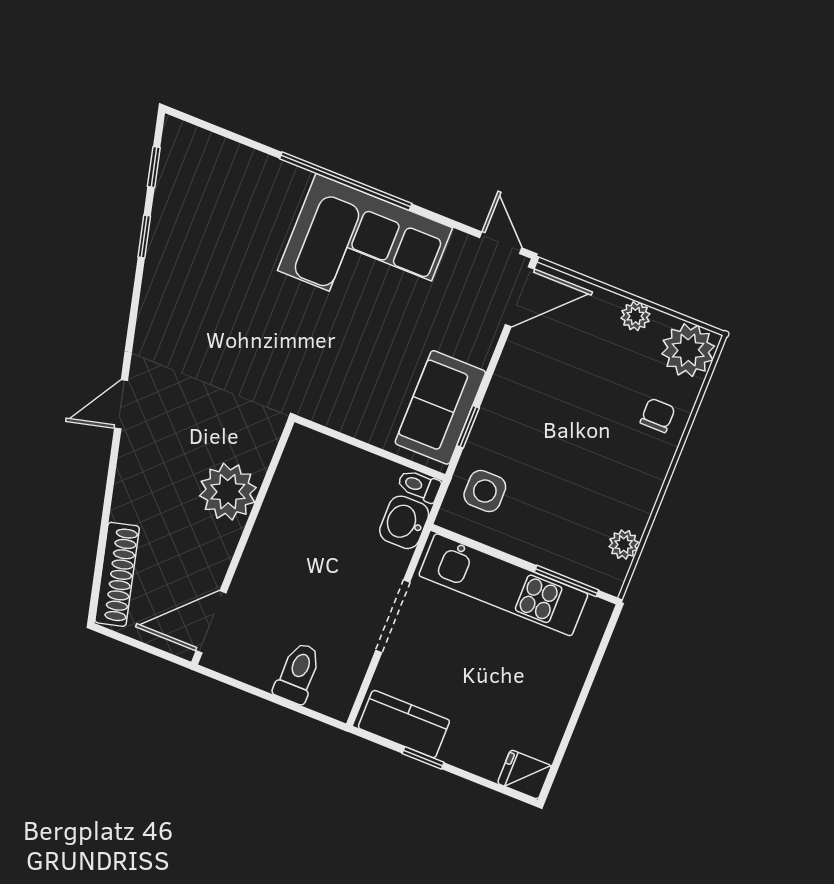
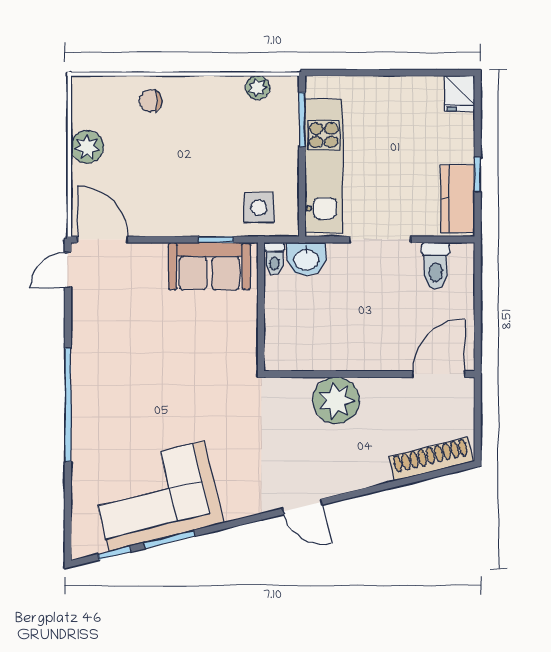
window: (144, 236) -> (170, 539), width x1.50
corner sofa: (365, 249) -> (156, 496), moved, turned -104
plant: (635, 316) -> (87, 147), width x1.38, depth x1.38
plant: (688, 350) -> (92, 97), removed
door: (211, 622) -> (439, 374), swing flipped
toilet: (298, 673) -> (436, 266), moved, turned -90

